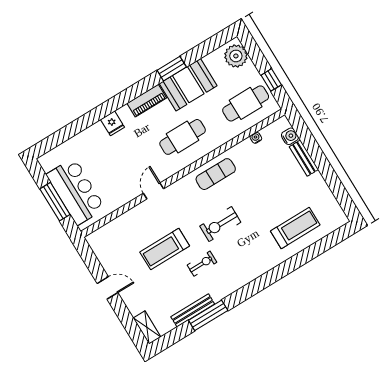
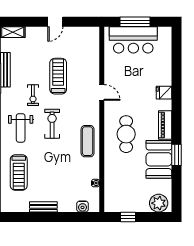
cafe table: (246, 103) -> (123, 190), removed
bench: (304, 158) -> (43, 207), moved
weight bench: (246, 255) -> (21, 128), added

